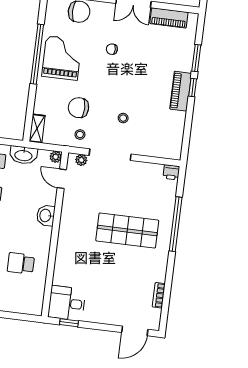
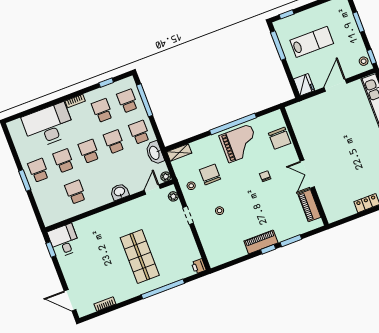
doorway: (110, 155) -> (188, 215), width x0.53

